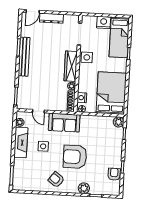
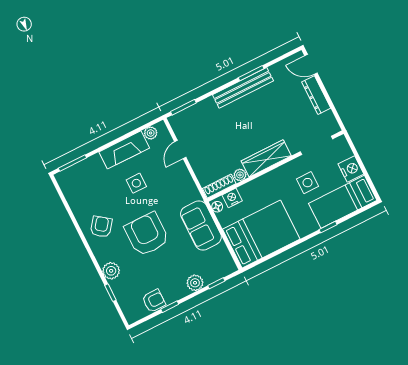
side table: (87, 57) -> (308, 183), moved
plant: (119, 122) -> (195, 283), moved
sofa: (64, 123) -> (201, 225), moved

